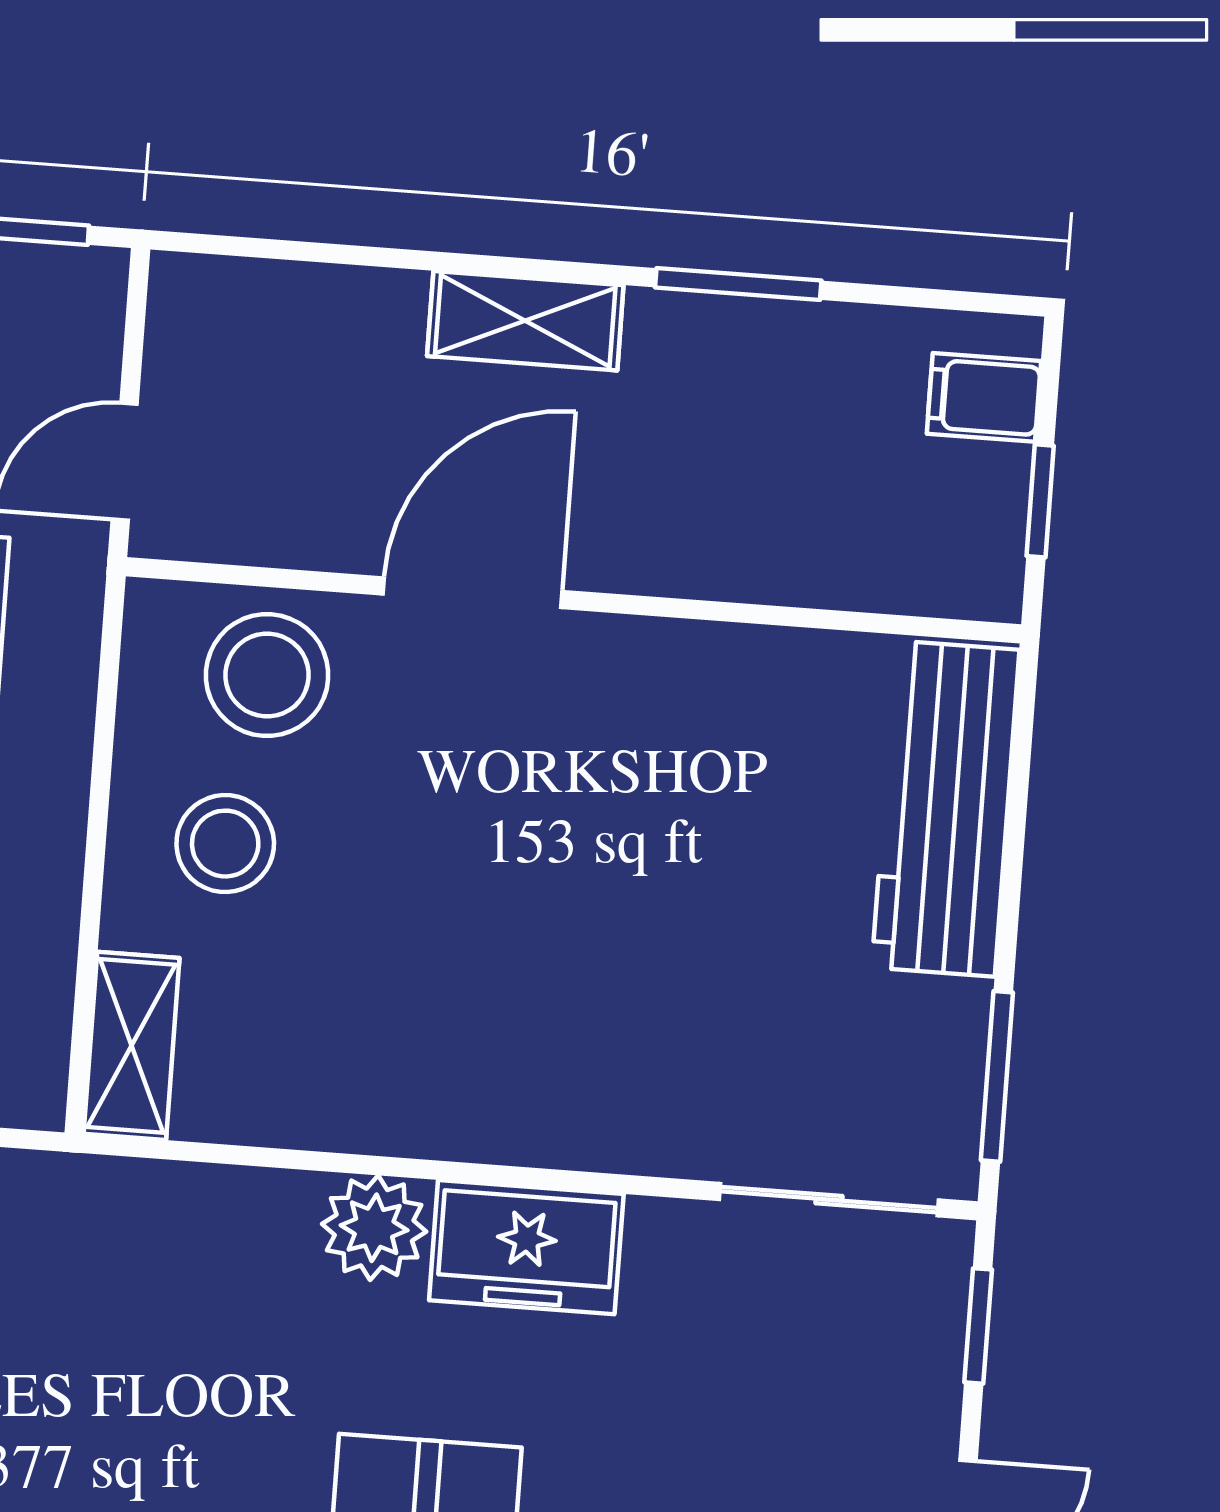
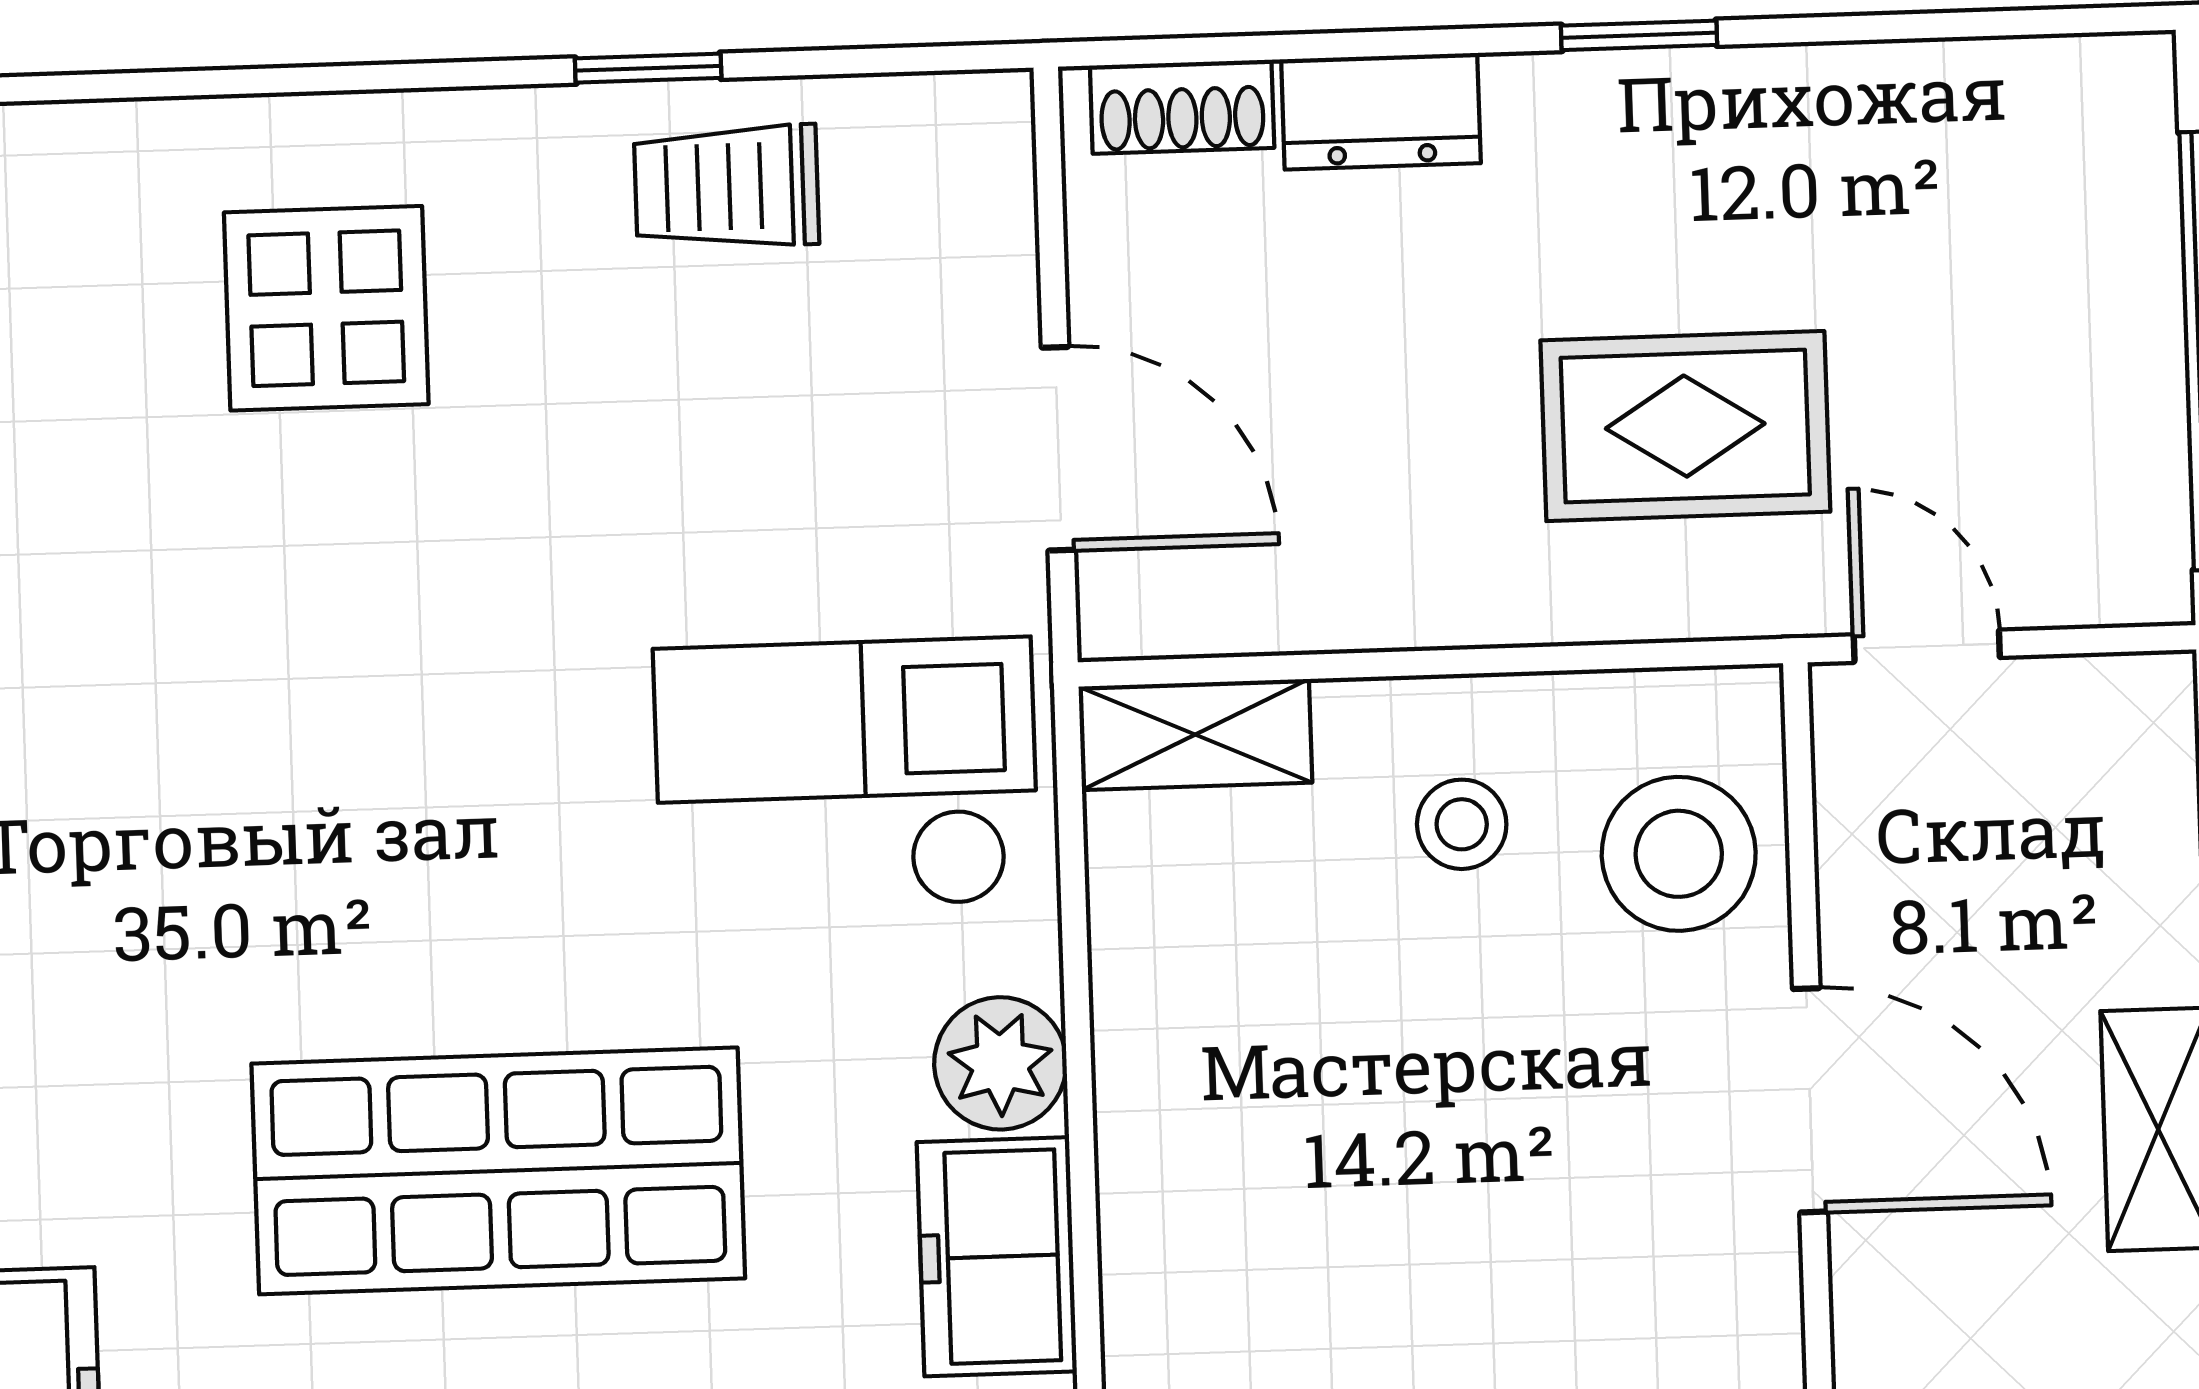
stool: (225, 844) -> (1462, 824), width x0.73, depth x0.73
checkout: (134, 1325) -> (846, 775), added

